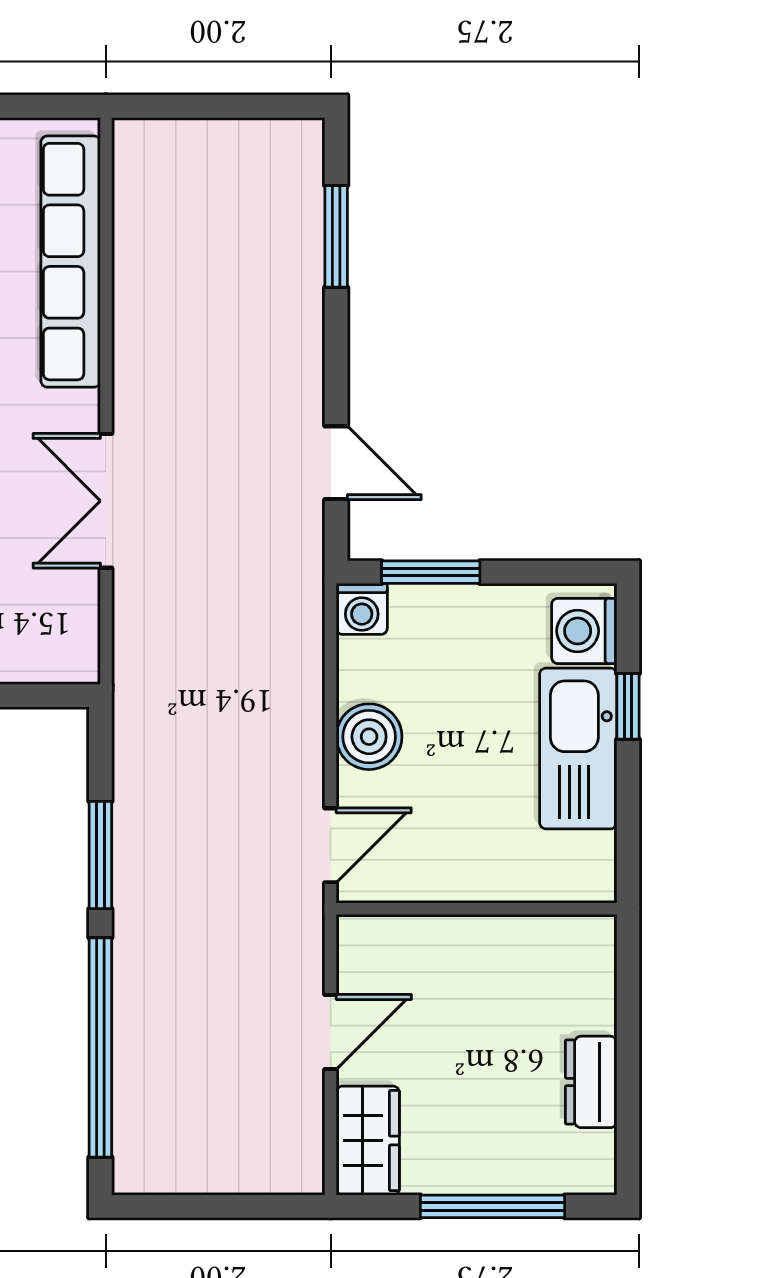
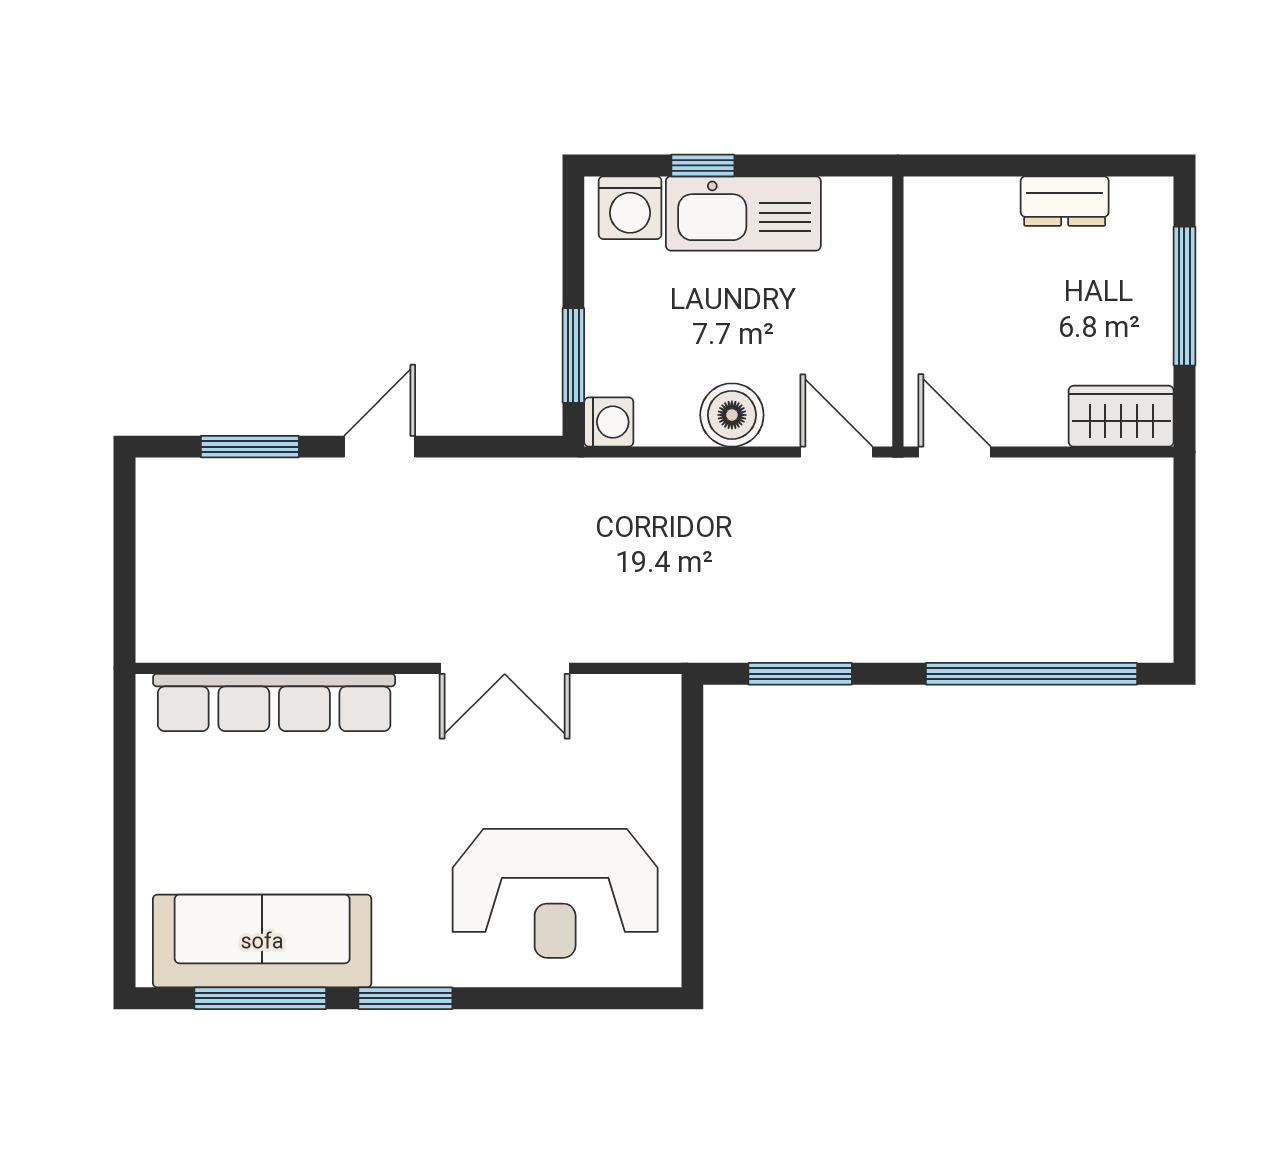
door: (336, 463) -> (380, 447), moved
window: (100, 855) -> (800, 674), moved
door: (331, 1032) -> (955, 452), moved

